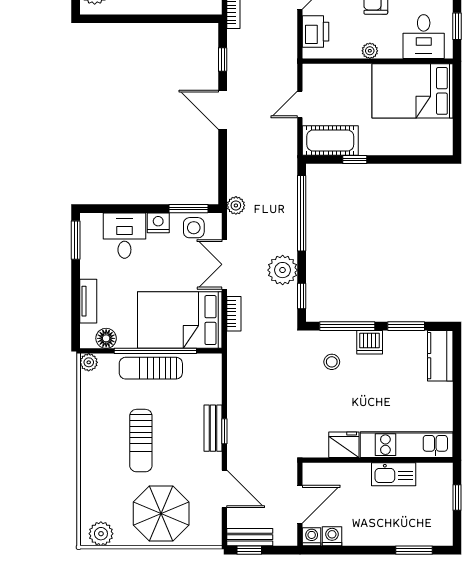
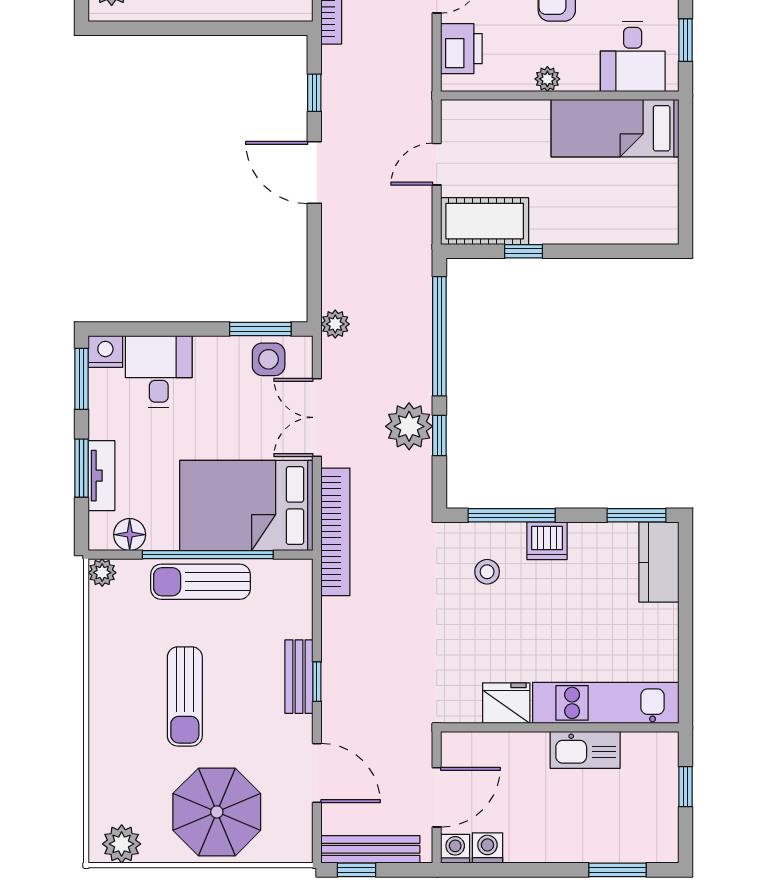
bed: (413, 91) -> (615, 128), width x0.67
nightstand: (158, 223) -> (105, 352), moved
window: (76, 296) -> (81, 468), added
window: (302, 296) -> (439, 435), moved
bookcase: (234, 314) -> (335, 532), width x2.31, depth x1.31
window: (406, 326) -> (636, 515), moved
bench: (250, 537) -> (370, 849), width x1.36

